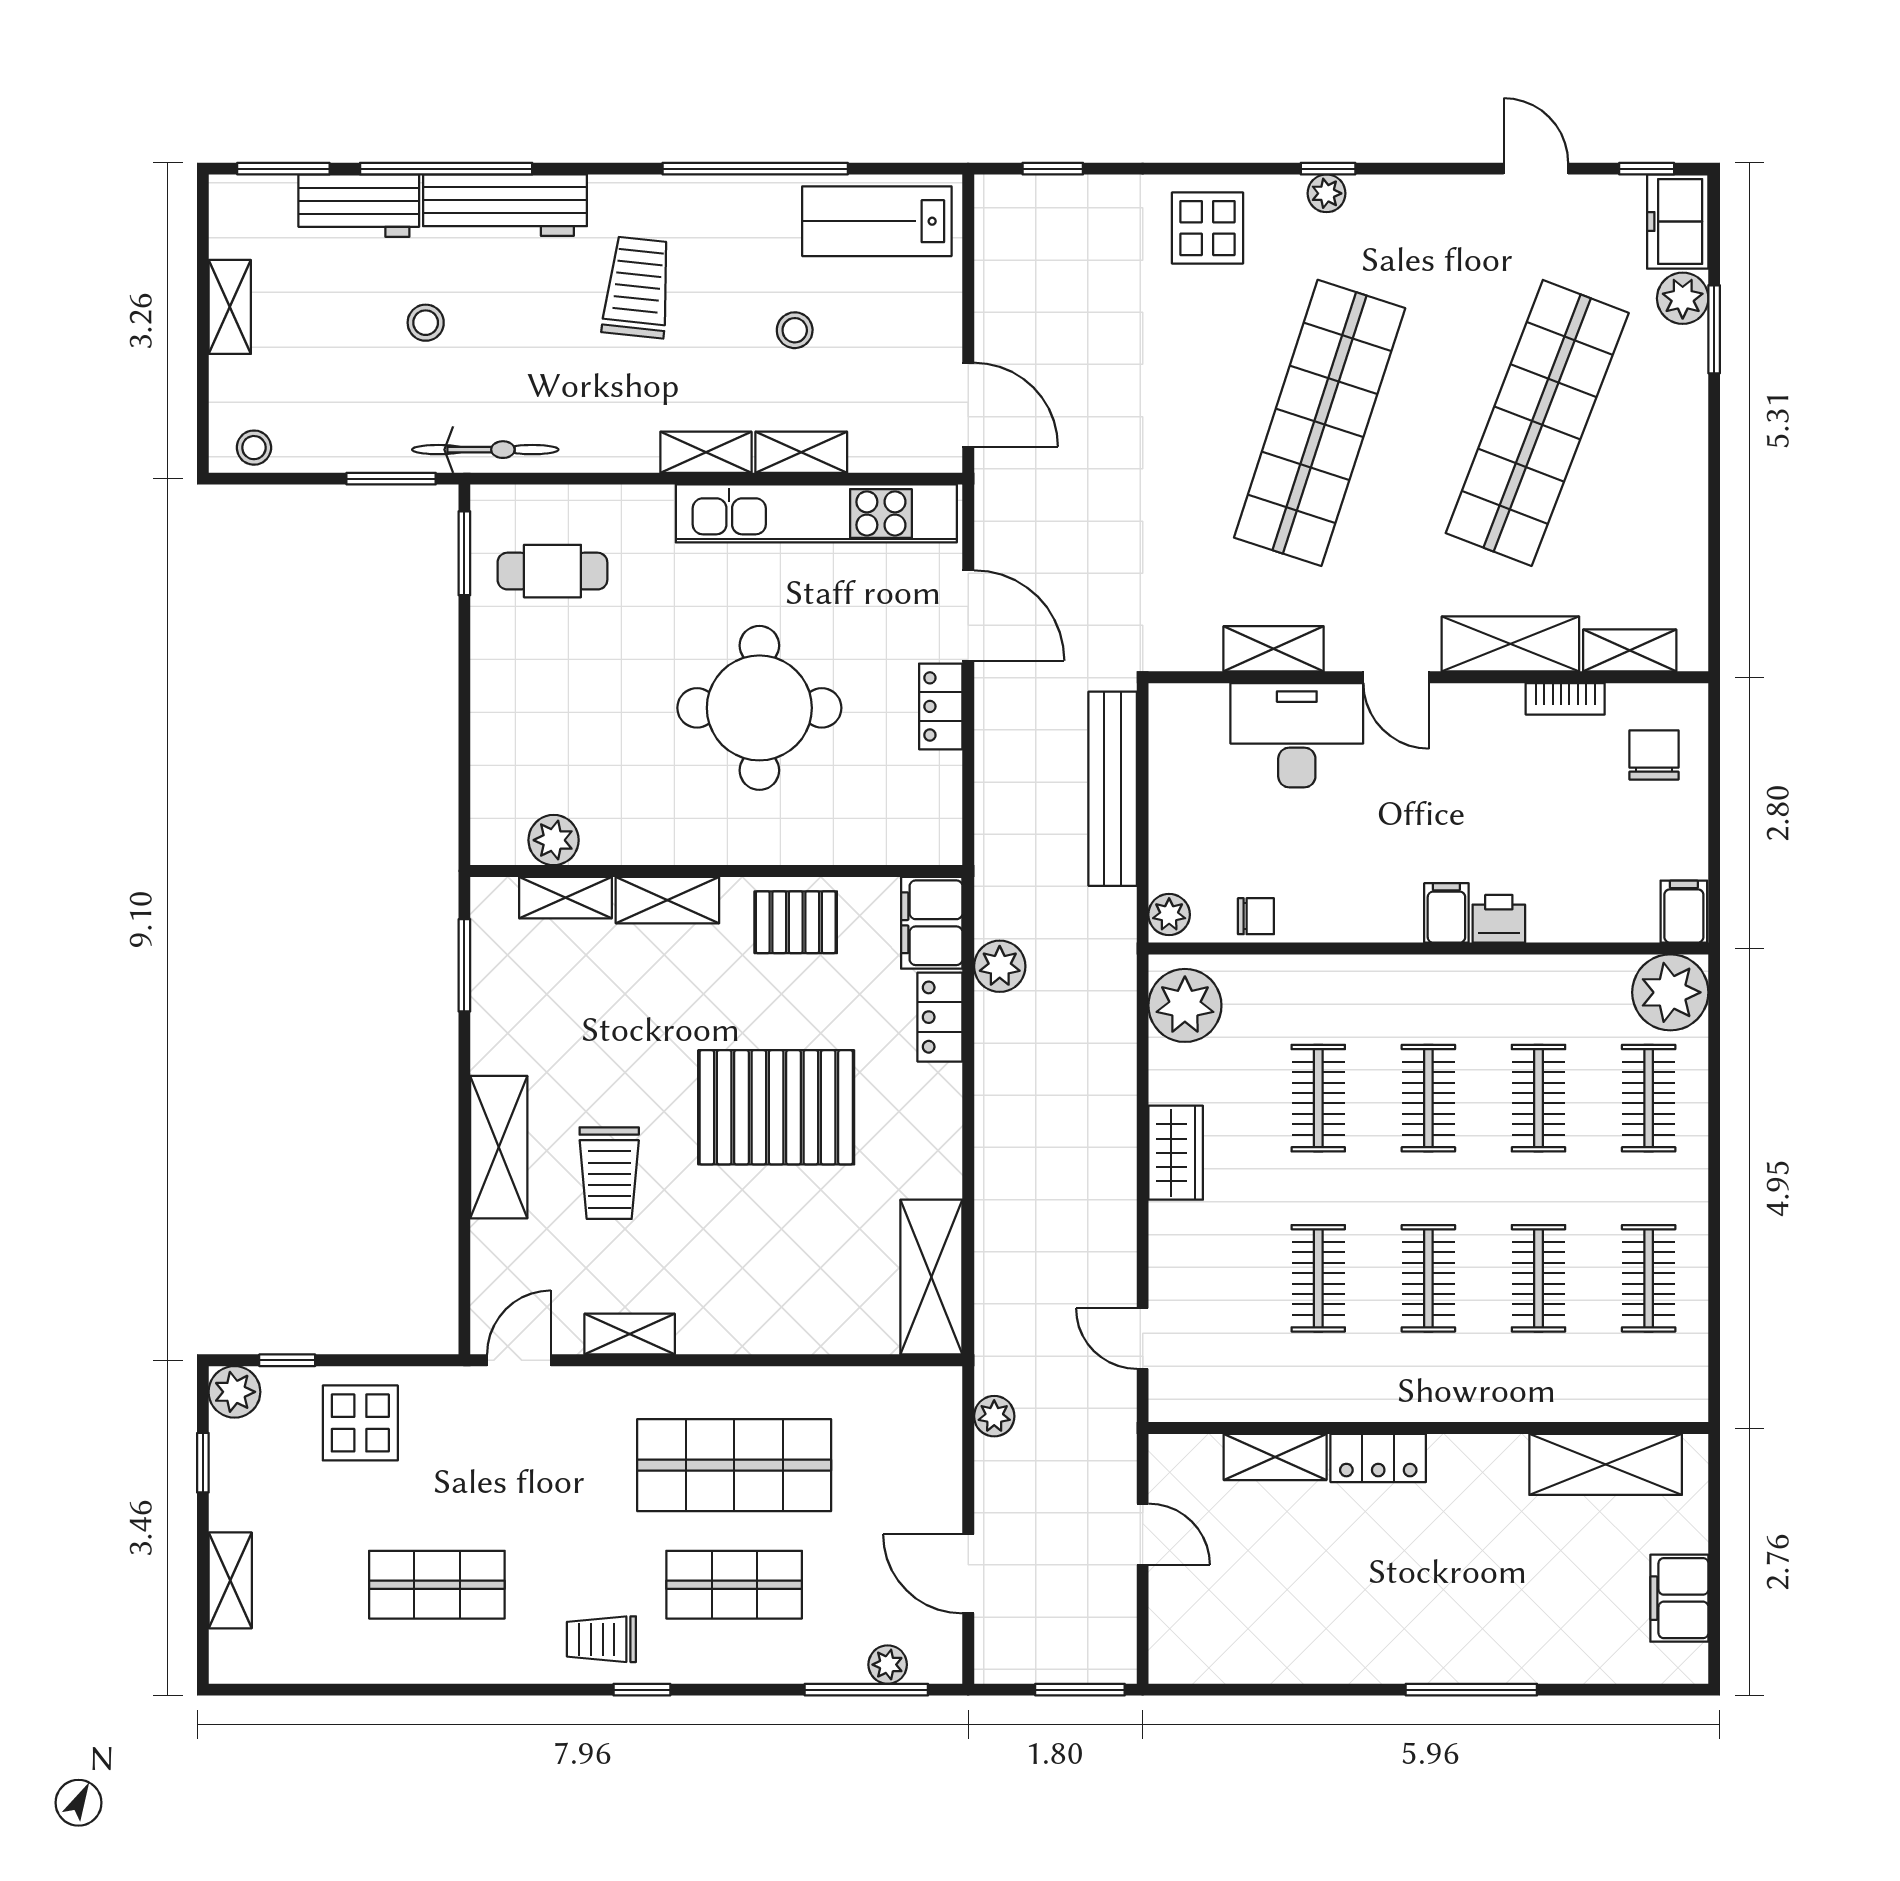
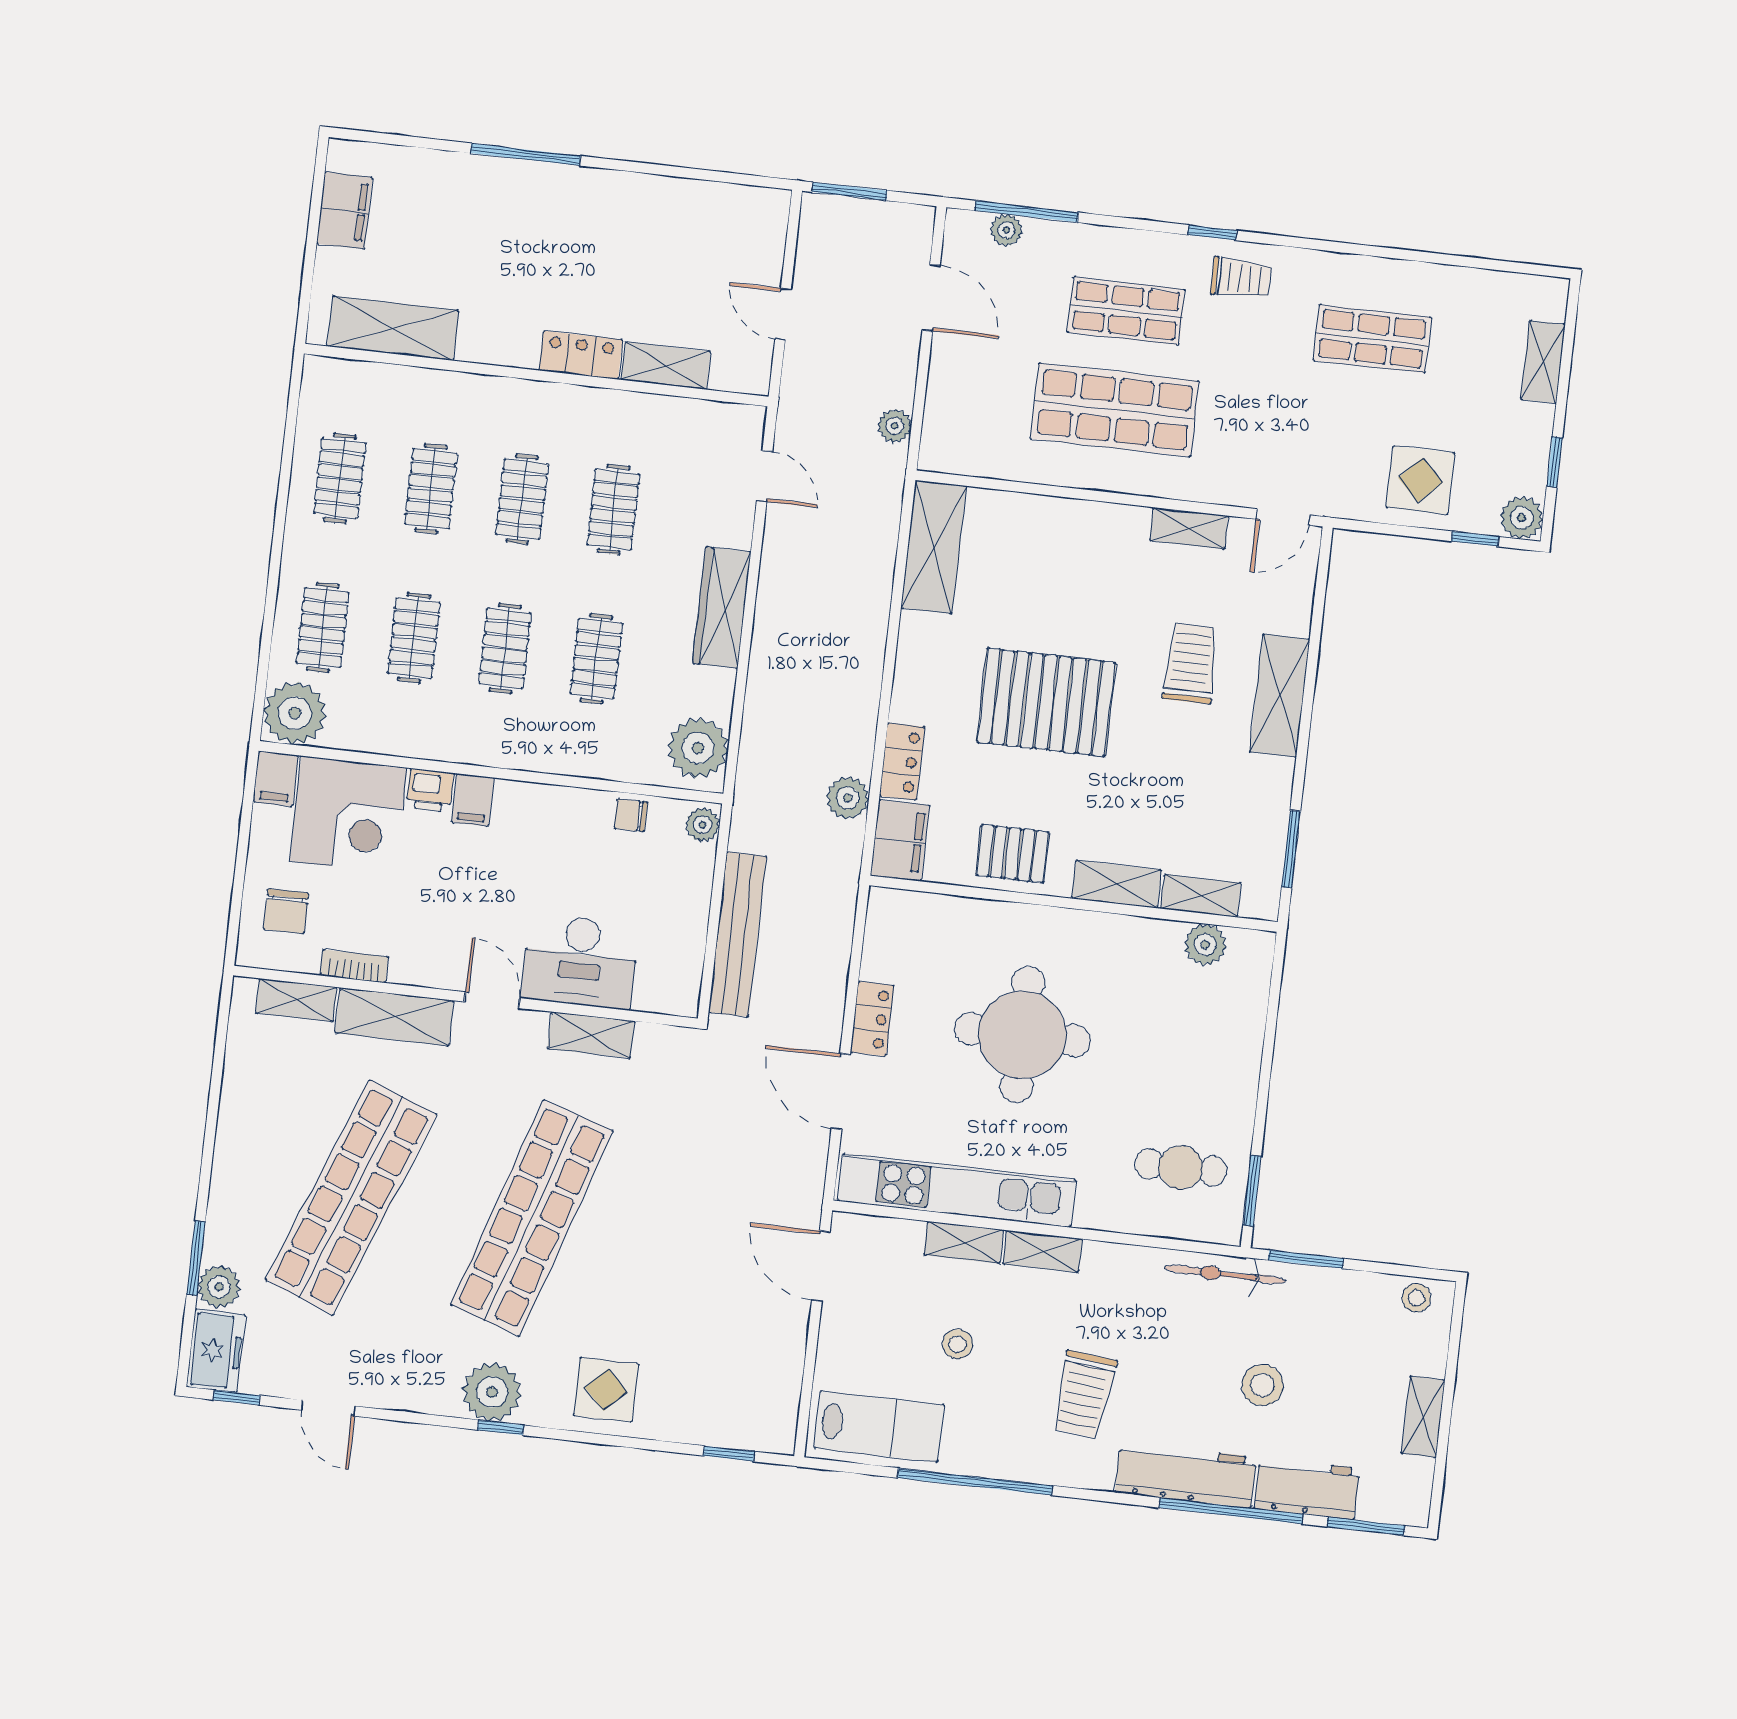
plant: (1326, 193) -> (492, 1392), width x1.88, depth x1.88
stool: (426, 323) -> (1262, 1385), width x1.37, depth x1.37
corner desk: (1593, 879) -> (348, 814), added
wardrobe: (1176, 1153) -> (722, 607), width x1.50

